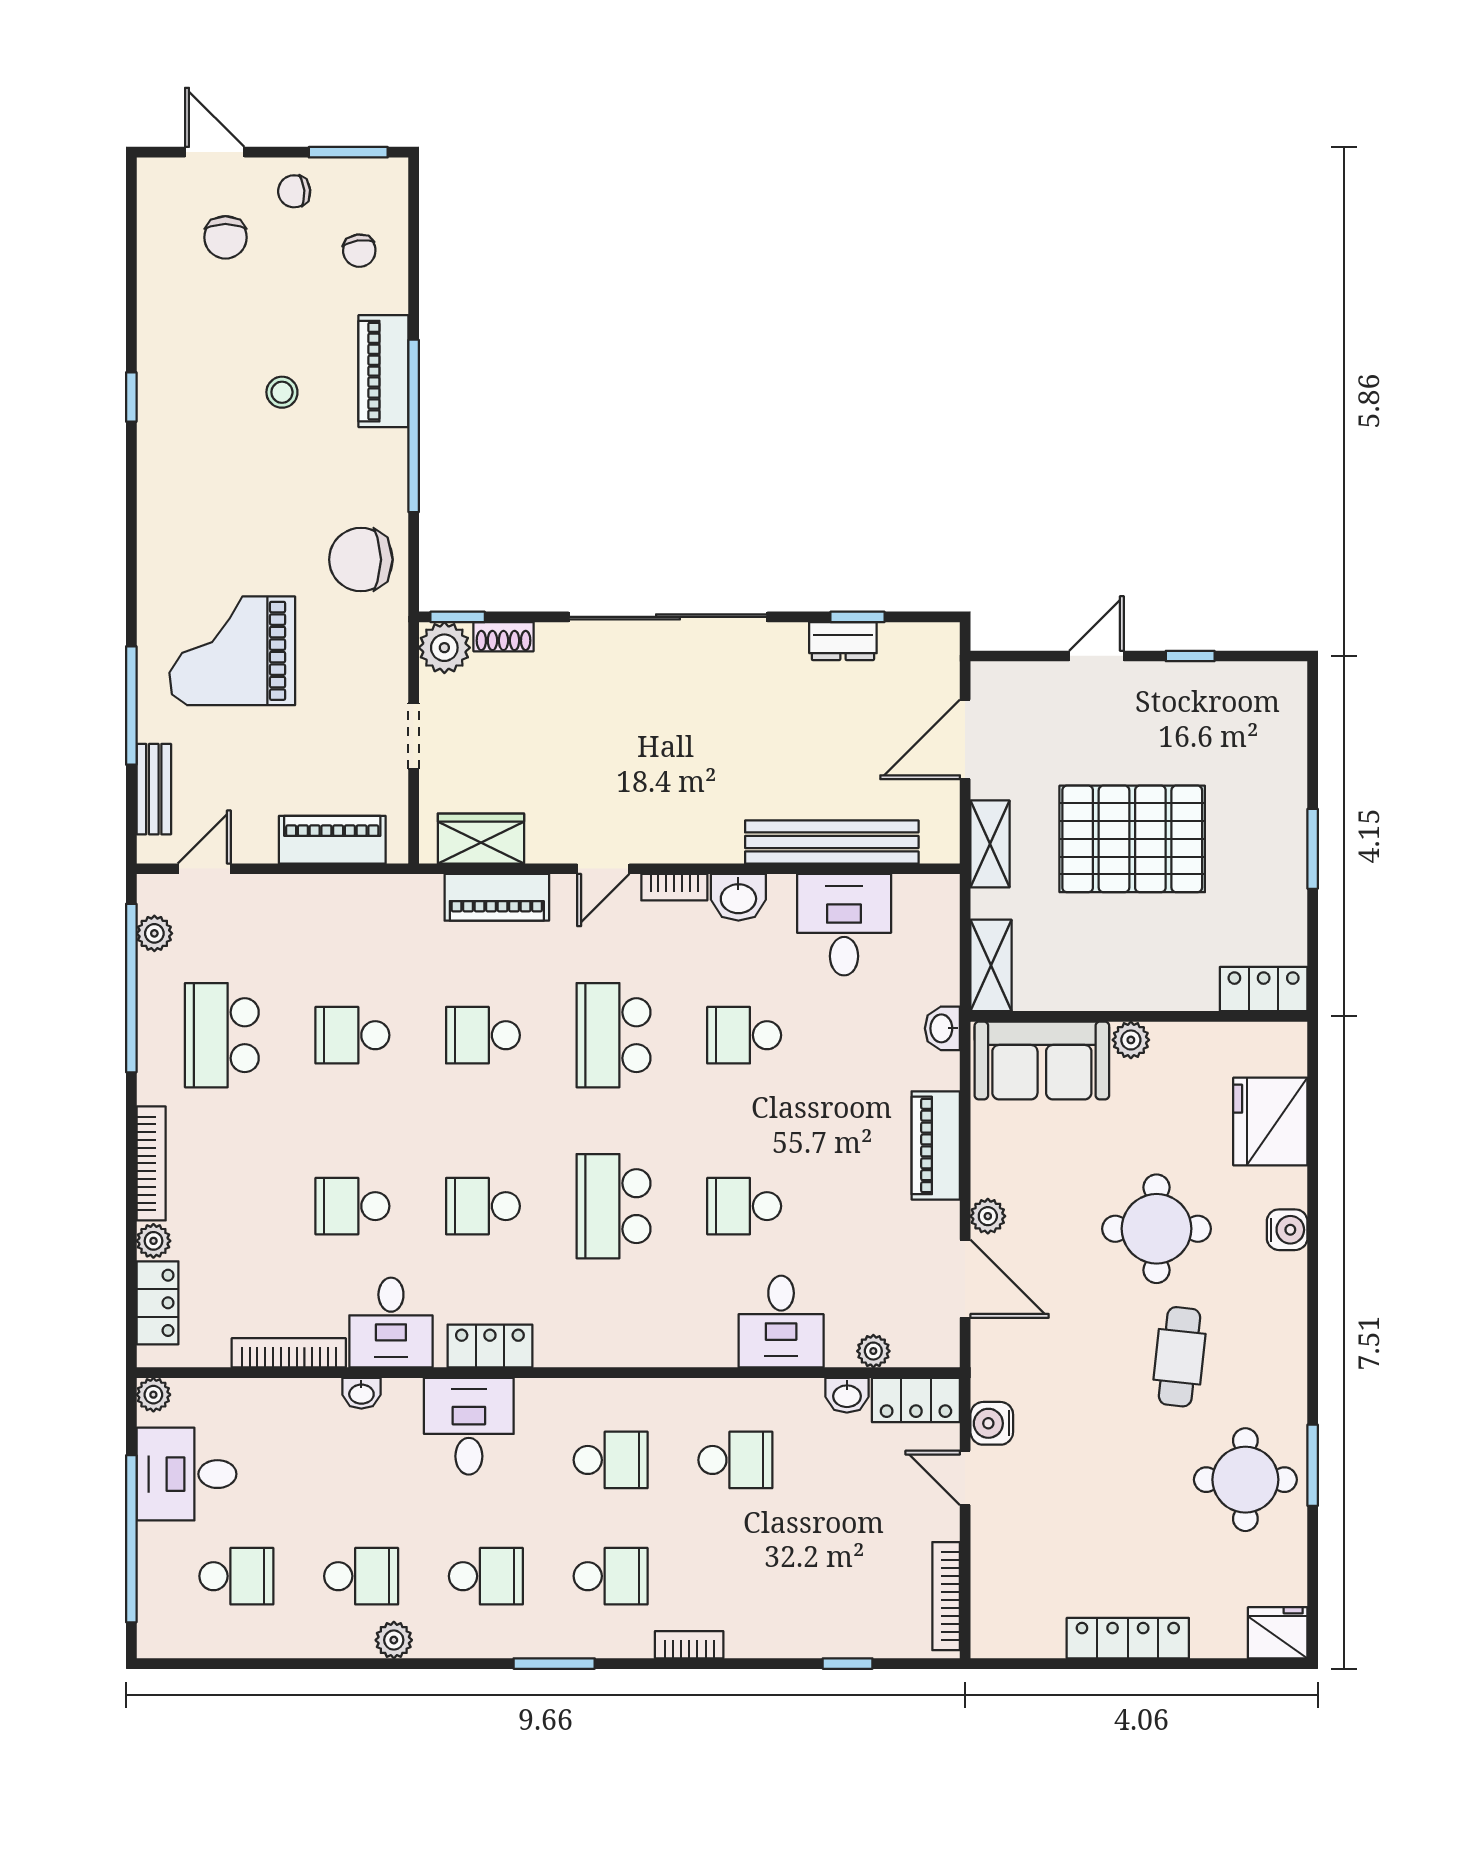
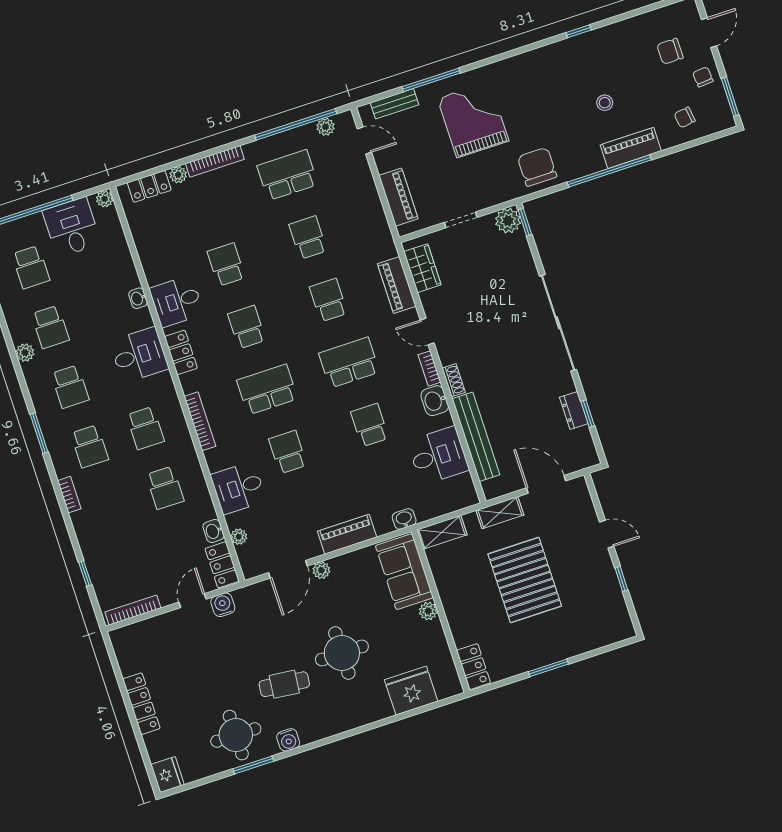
shoe rack: (503, 637) -> (454, 380), moved, turned 180
water cooler: (1287, 1230) -> (288, 740), moved
bookcase: (289, 1353) -> (200, 421), moved

